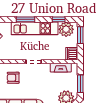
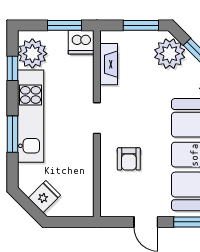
window: (80, 35) -> (64, 25), moved

